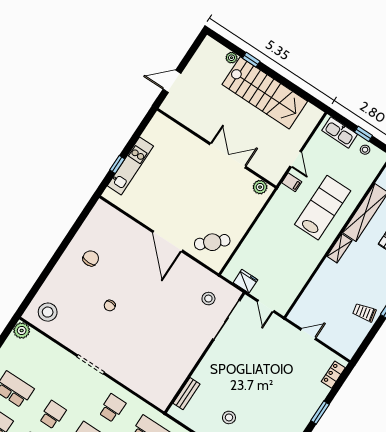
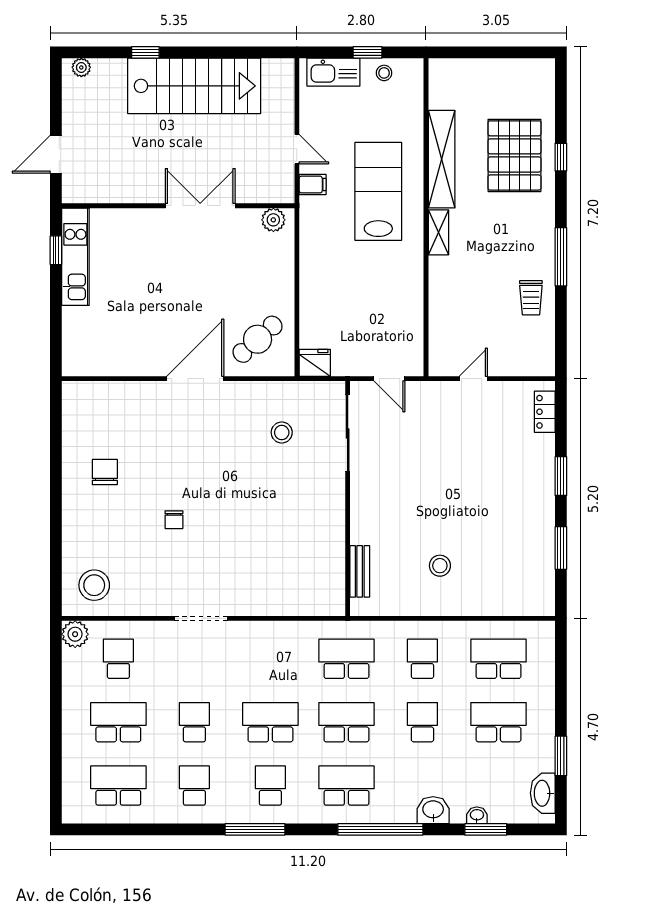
plant: (232, 58) -> (81, 67), moved
window: (117, 164) -> (56, 250), moved
kitchen unit: (130, 166) -> (75, 257), moved
door: (168, 241) -> (195, 379), swing flipped
fridge: (245, 281) -> (315, 363), moved
stool: (208, 299) -> (282, 432), moved
trolley: (364, 312) -> (531, 298), turned -78
school desk: (112, 408) -> (118, 659), moved

